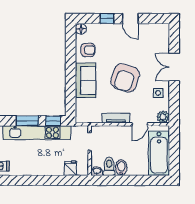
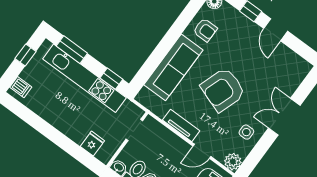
sofa: (85, 80) -> (173, 67), width x1.36
window: (27, 121) -> (72, 50), moved

